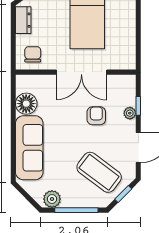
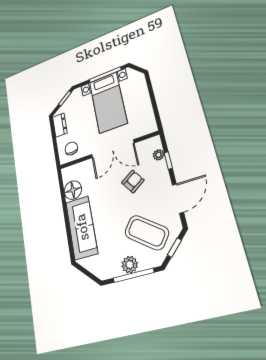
plant: (130, 113) -> (159, 155), moved
armchair: (96, 116) -> (133, 181), turned 56
plant: (52, 199) -> (130, 265), moved

